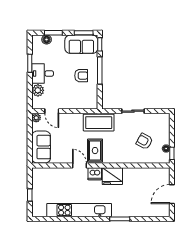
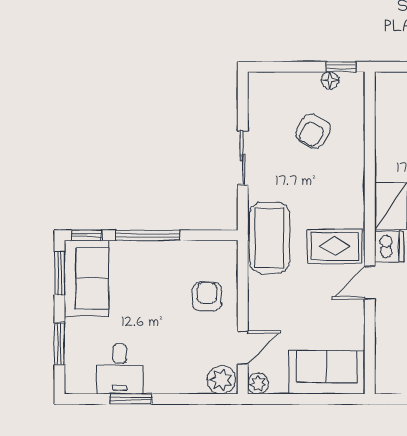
floor lamp: (47, 39) -> (75, 360), removed
desk: (43, 73) -> (120, 369), moved
armchair: (81, 76) -> (207, 297), moved
plant: (38, 90) -> (221, 380), moved

